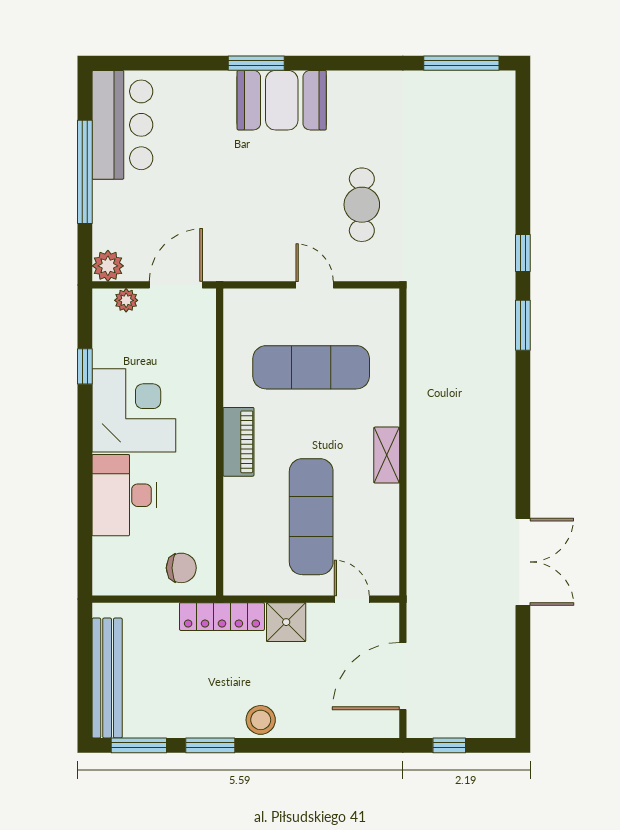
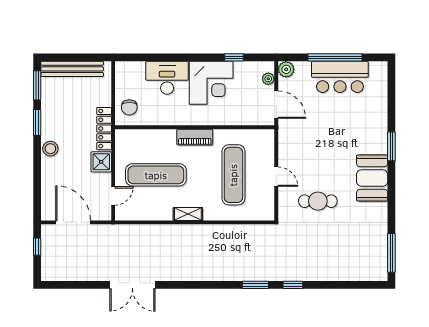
booth: (282, 100) -> (372, 178), moved
bar counter: (122, 125) -> (340, 77), moved
door: (315, 285) -> (276, 177), hinge flipped

